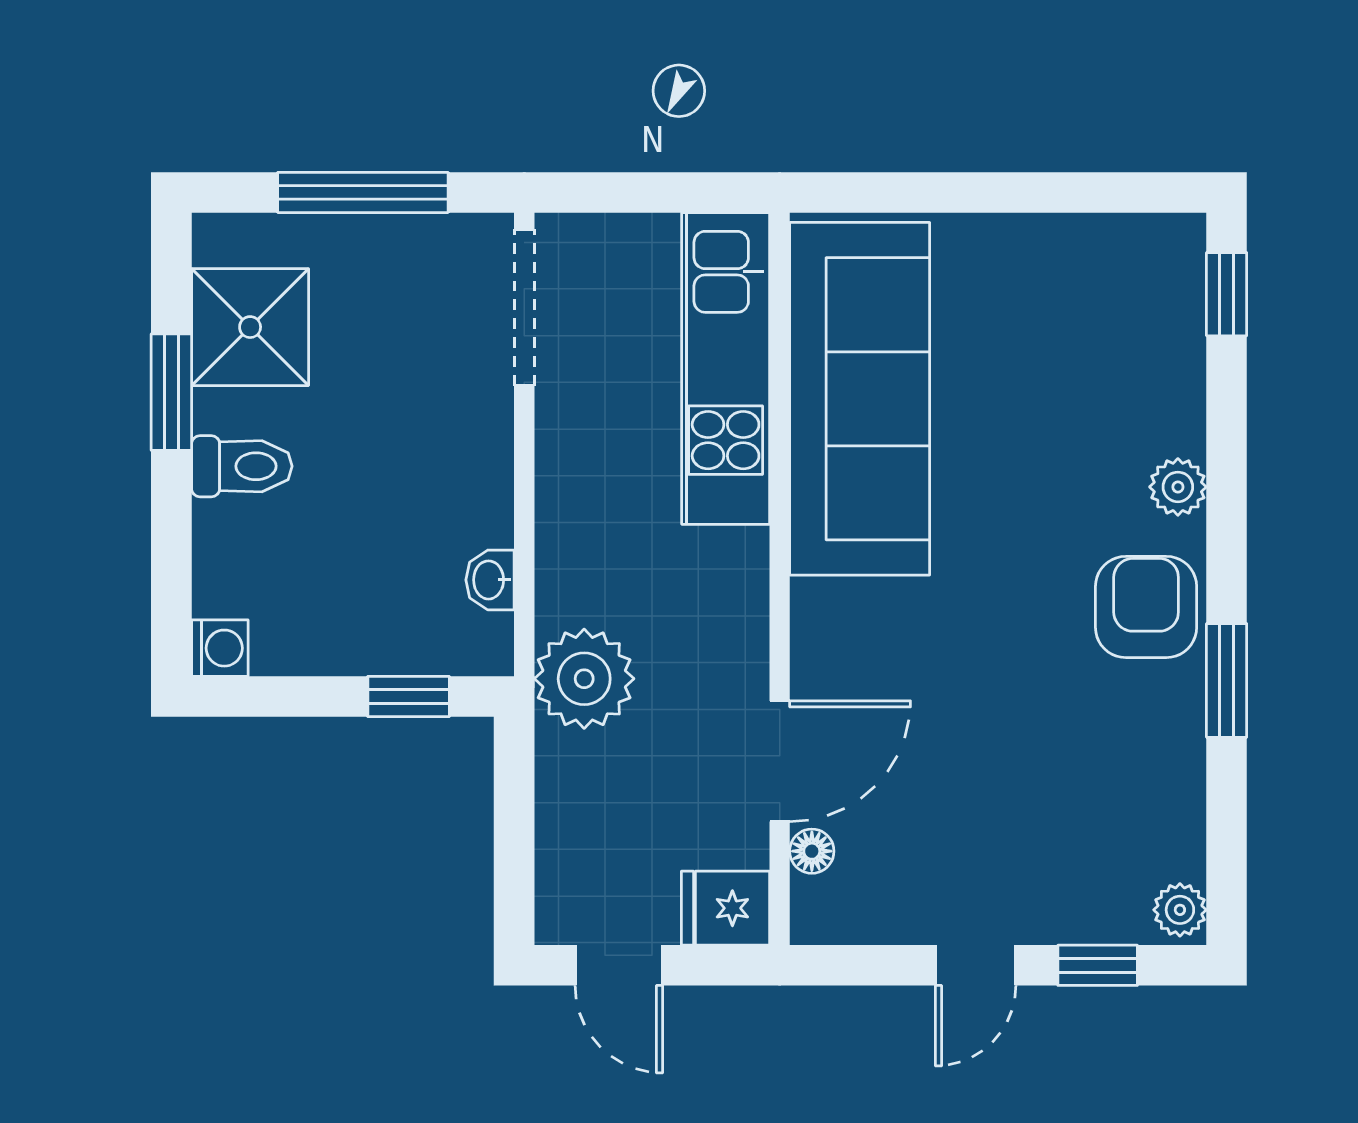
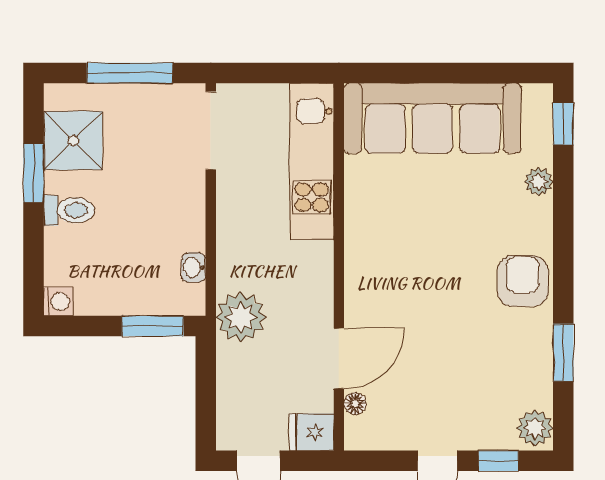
sofa: (860, 399) -> (432, 118), moved, turned 90
plant: (1178, 487) -> (539, 182), moved
window: (1227, 680) -> (563, 353), moved
window: (409, 696) -> (153, 326), width x1.50
plant: (1180, 910) -> (535, 428), width x1.38, depth x1.38

